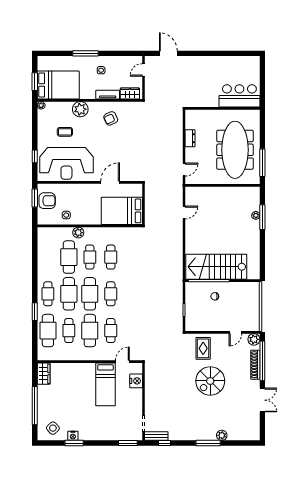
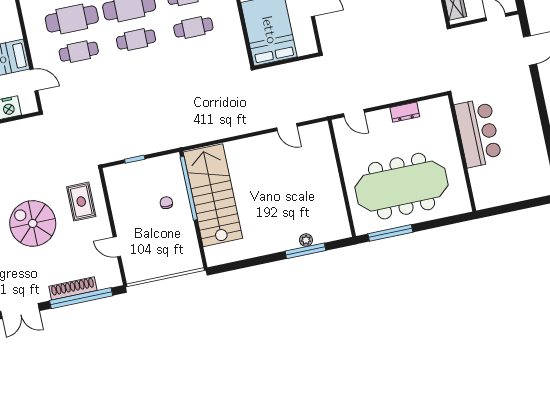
bar counter: (239, 96) -> (478, 133), moved
plant: (254, 339) -> (112, 278), removed
rug: (203, 348) -> (81, 202), turned 90

